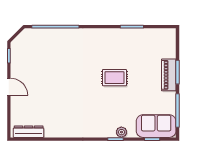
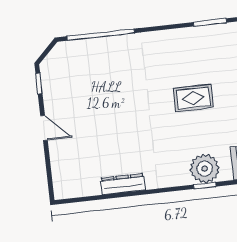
dresser: (29, 132) -> (123, 184), moved
plant: (121, 132) -> (205, 169), width x1.87, depth x1.87

